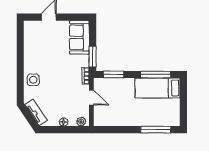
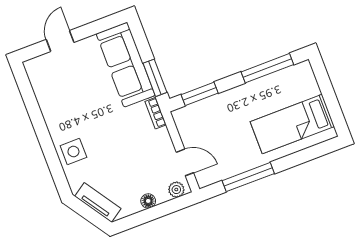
sofa: (79, 37) -> (126, 65), width x1.36
bed: (158, 88) -> (292, 124), moved
door: (91, 98) -> (185, 162), moved
window: (156, 130) -> (248, 177), moved

